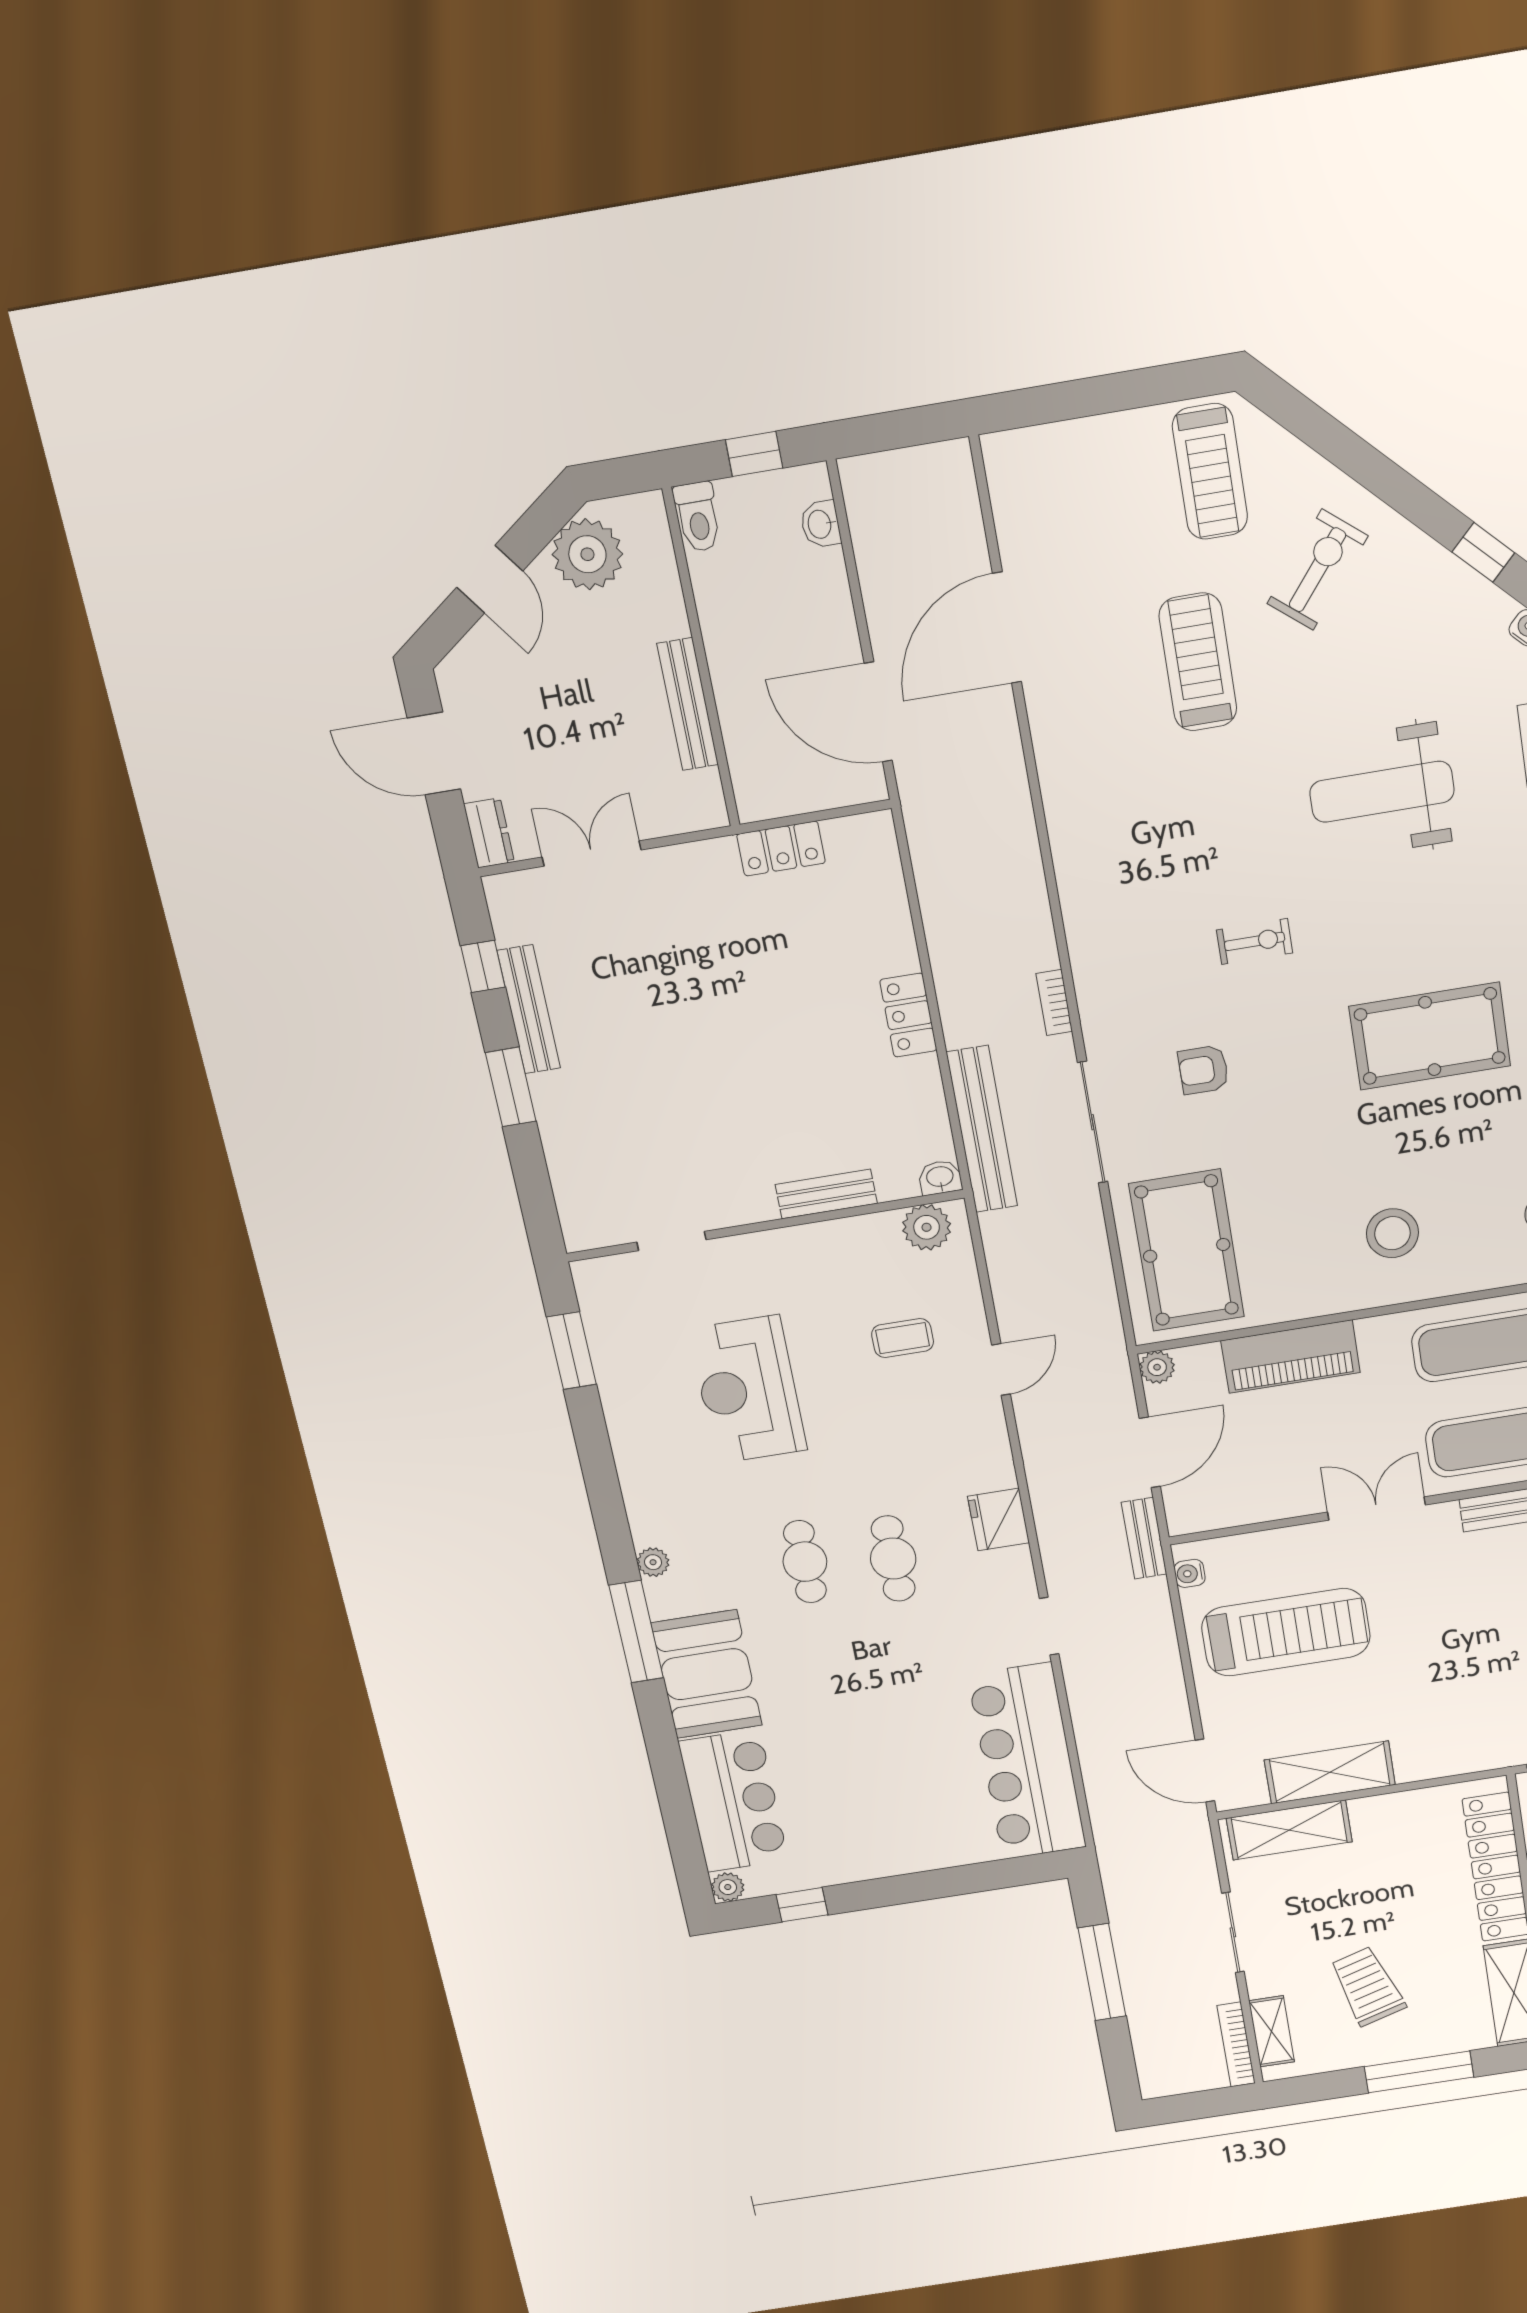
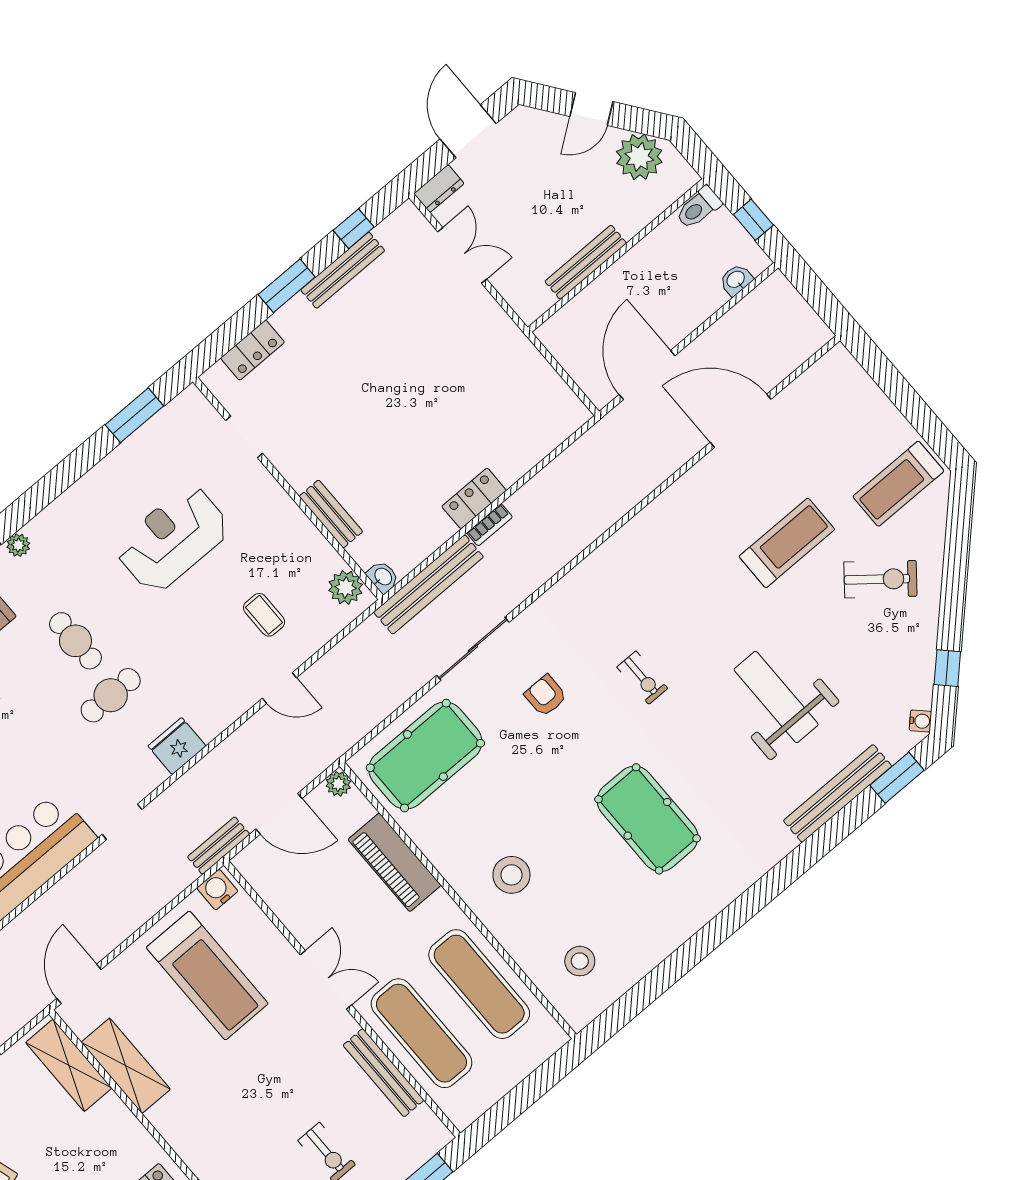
locker: (781, 849) -> (253, 350), moved, turned -90
bookcase: (1054, 1002) -> (490, 525), moved, turned 180
cafe table: (805, 1562) -> (75, 641), turned 90
water cooler: (1190, 1573) -> (217, 890), width x1.38, depth x1.38

